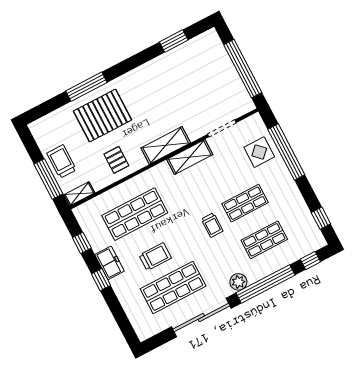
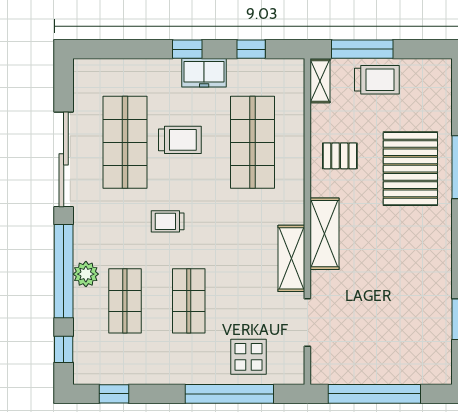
trolley: (212, 225) -> (168, 221), moved
trolley: (155, 257) -> (180, 140), turned -90
plant: (238, 282) -> (86, 274), moved

